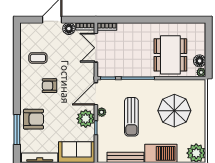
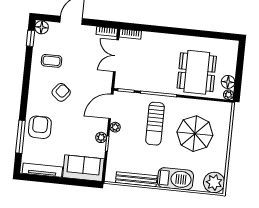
floor lamp: (69, 29) -> (42, 27), moved
window: (17, 40) -> (30, 38), added
armchair: (49, 86) -> (61, 92), turned 129
sun lounger: (131, 117) -> (155, 124), moved
armchair: (34, 119) -> (40, 127), turned -90
plant: (86, 119) -> (101, 137), width x0.53, depth x0.53

